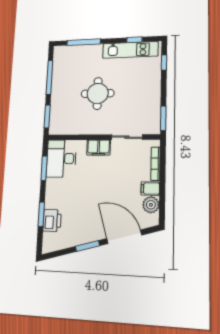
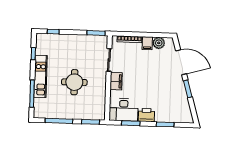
kitchen unit: (130, 50) -> (41, 76), moved
printer: (52, 220) -> (146, 115), moved
door: (124, 237) -> (181, 62), swing flipped

